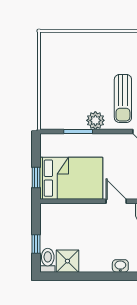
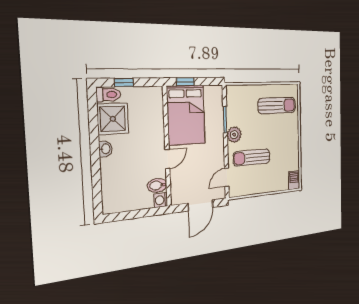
sun lounger: (65, 62) -> (277, 106), added
shower: (67, 261) -> (113, 119), width x1.36, depth x1.36
washbasin: (120, 266) -> (105, 149), moved

